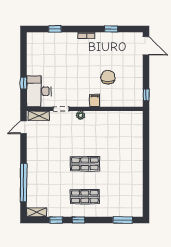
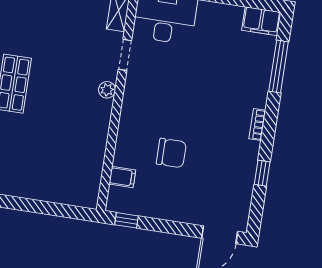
window: (55, 29) -> (279, 67), width x2.17
filing cabinet: (33, 41) -> (261, 21), added
filing cabinet: (95, 100) -> (122, 177), moved

